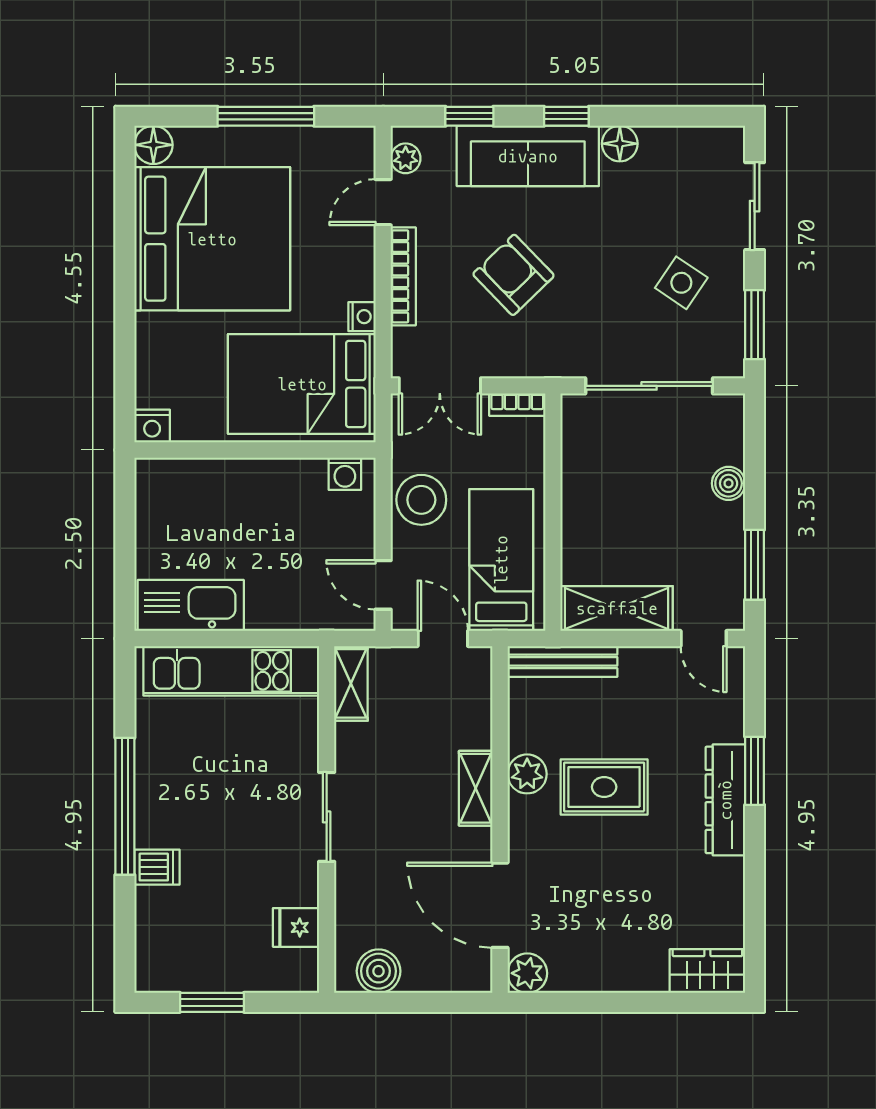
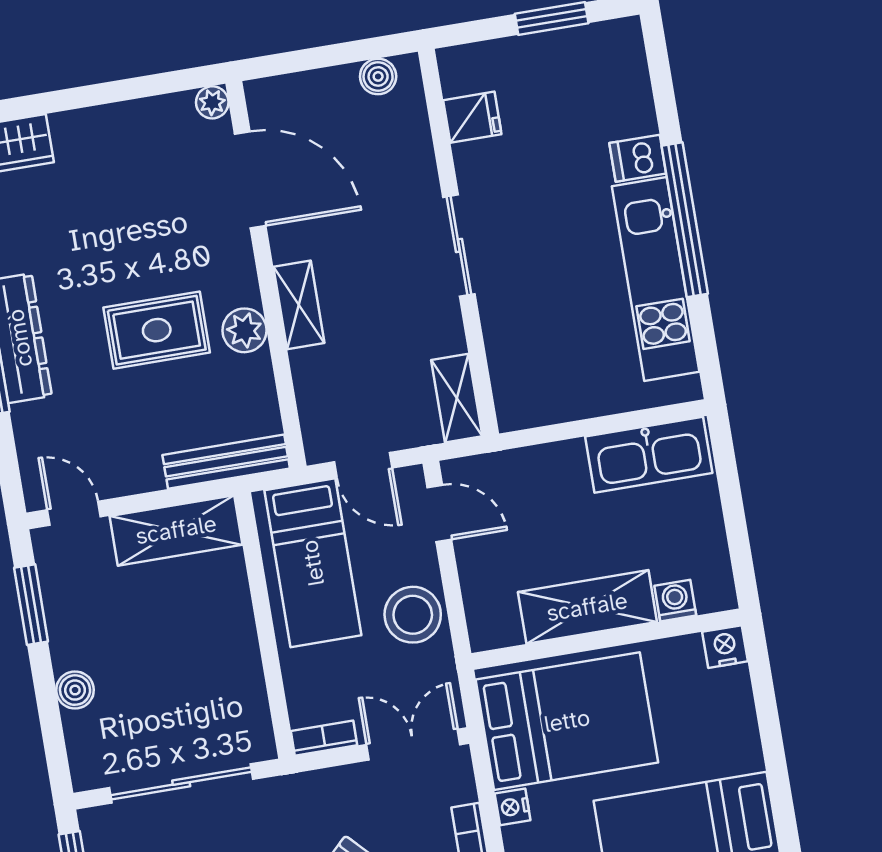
washing machine: (345, 474) -> (675, 601), moved
shelving: (267, 481) -> (587, 607), added
kitchen unit: (231, 671) -> (656, 279), moved, turned -90
boiler: (379, 971) -> (378, 76), width x0.73, depth x0.73
plant: (527, 973) -> (212, 102), width x0.73, depth x0.73

